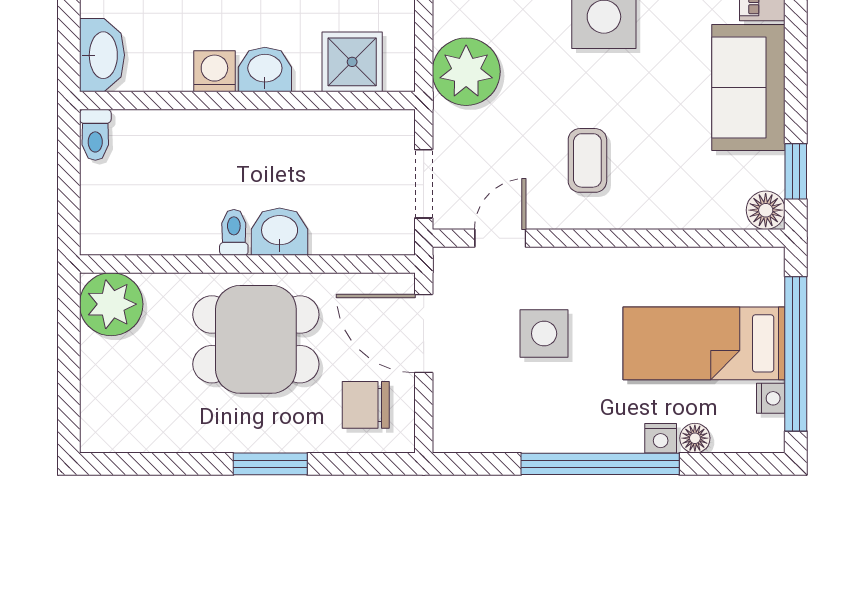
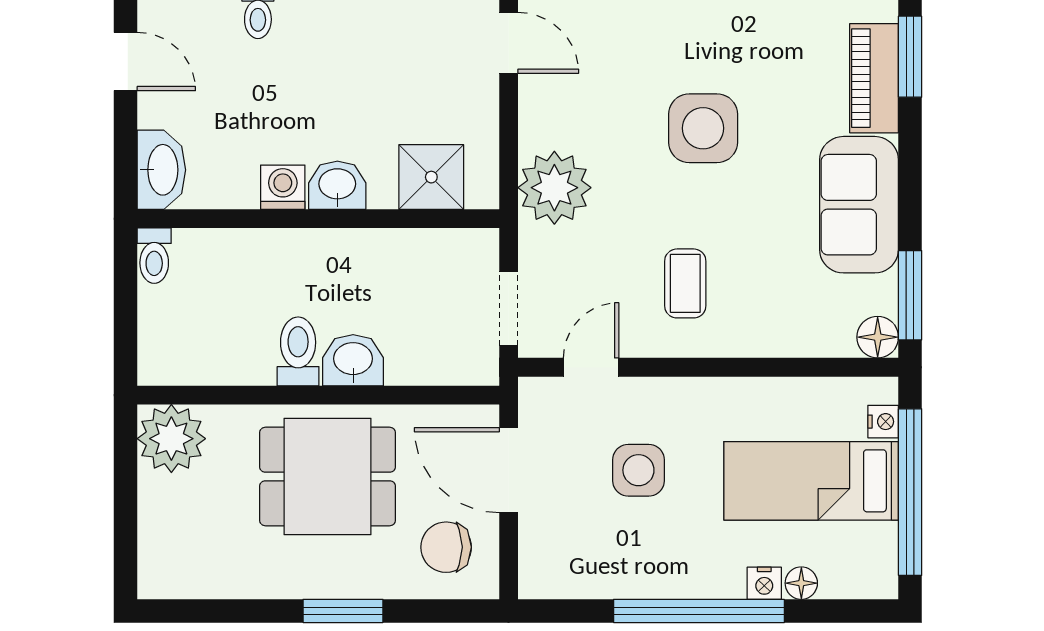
window: (796, 171) -> (910, 295), width x1.50
toilet: (234, 232) -> (298, 351), width x1.37, depth x1.39
nightstand: (771, 398) -> (883, 422), moved

